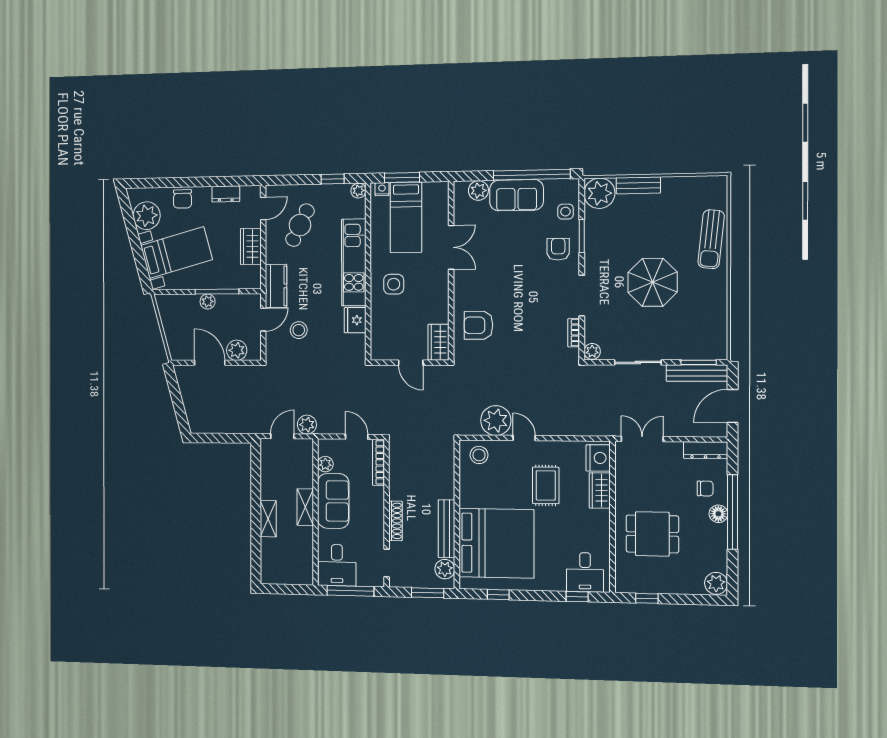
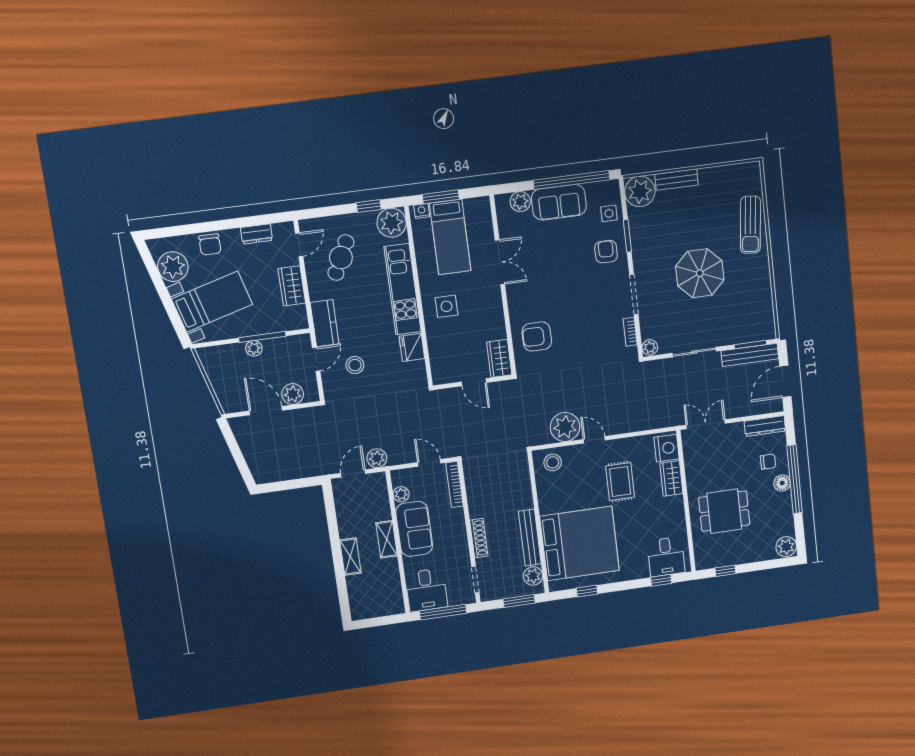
plant: (358, 191) -> (392, 223), width x1.88, depth x1.88

